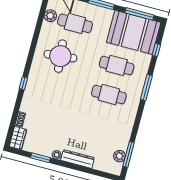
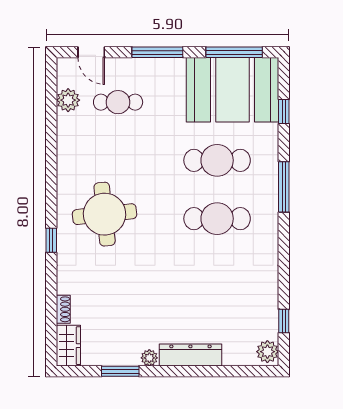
cafe table: (75, 23) -> (118, 102), width x0.73, depth x0.74
round table: (60, 56) -> (105, 214), moved
window: (129, 154) -> (284, 321), width x0.46
plant: (119, 156) -> (267, 352), moved

